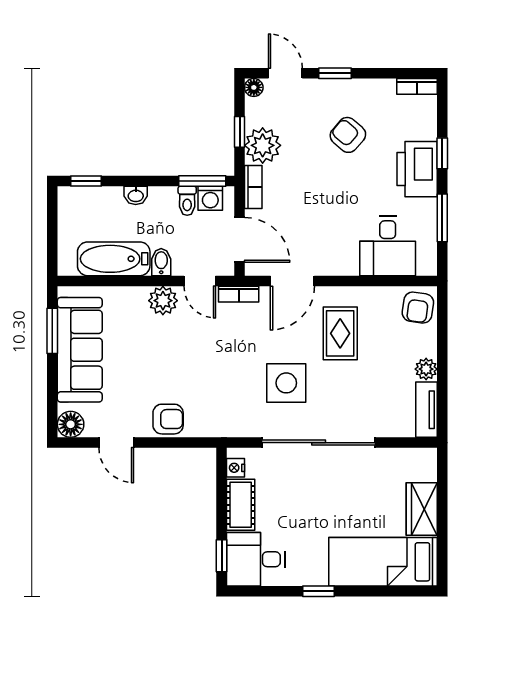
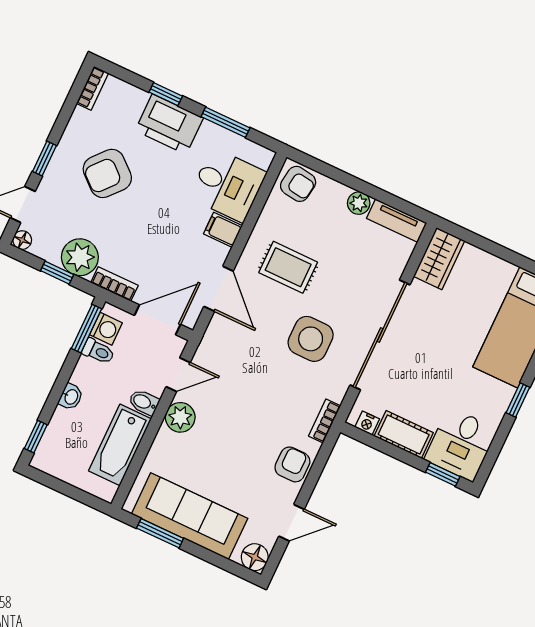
armchair: (348, 135) -> (107, 173), width x1.38, depth x1.38
filing cabinet: (346, 260) -> (223, 230), added
bookcase: (239, 294) -> (325, 421), moved, turned 180
wardrobe: (422, 509) -> (439, 259), moved, turned -90

